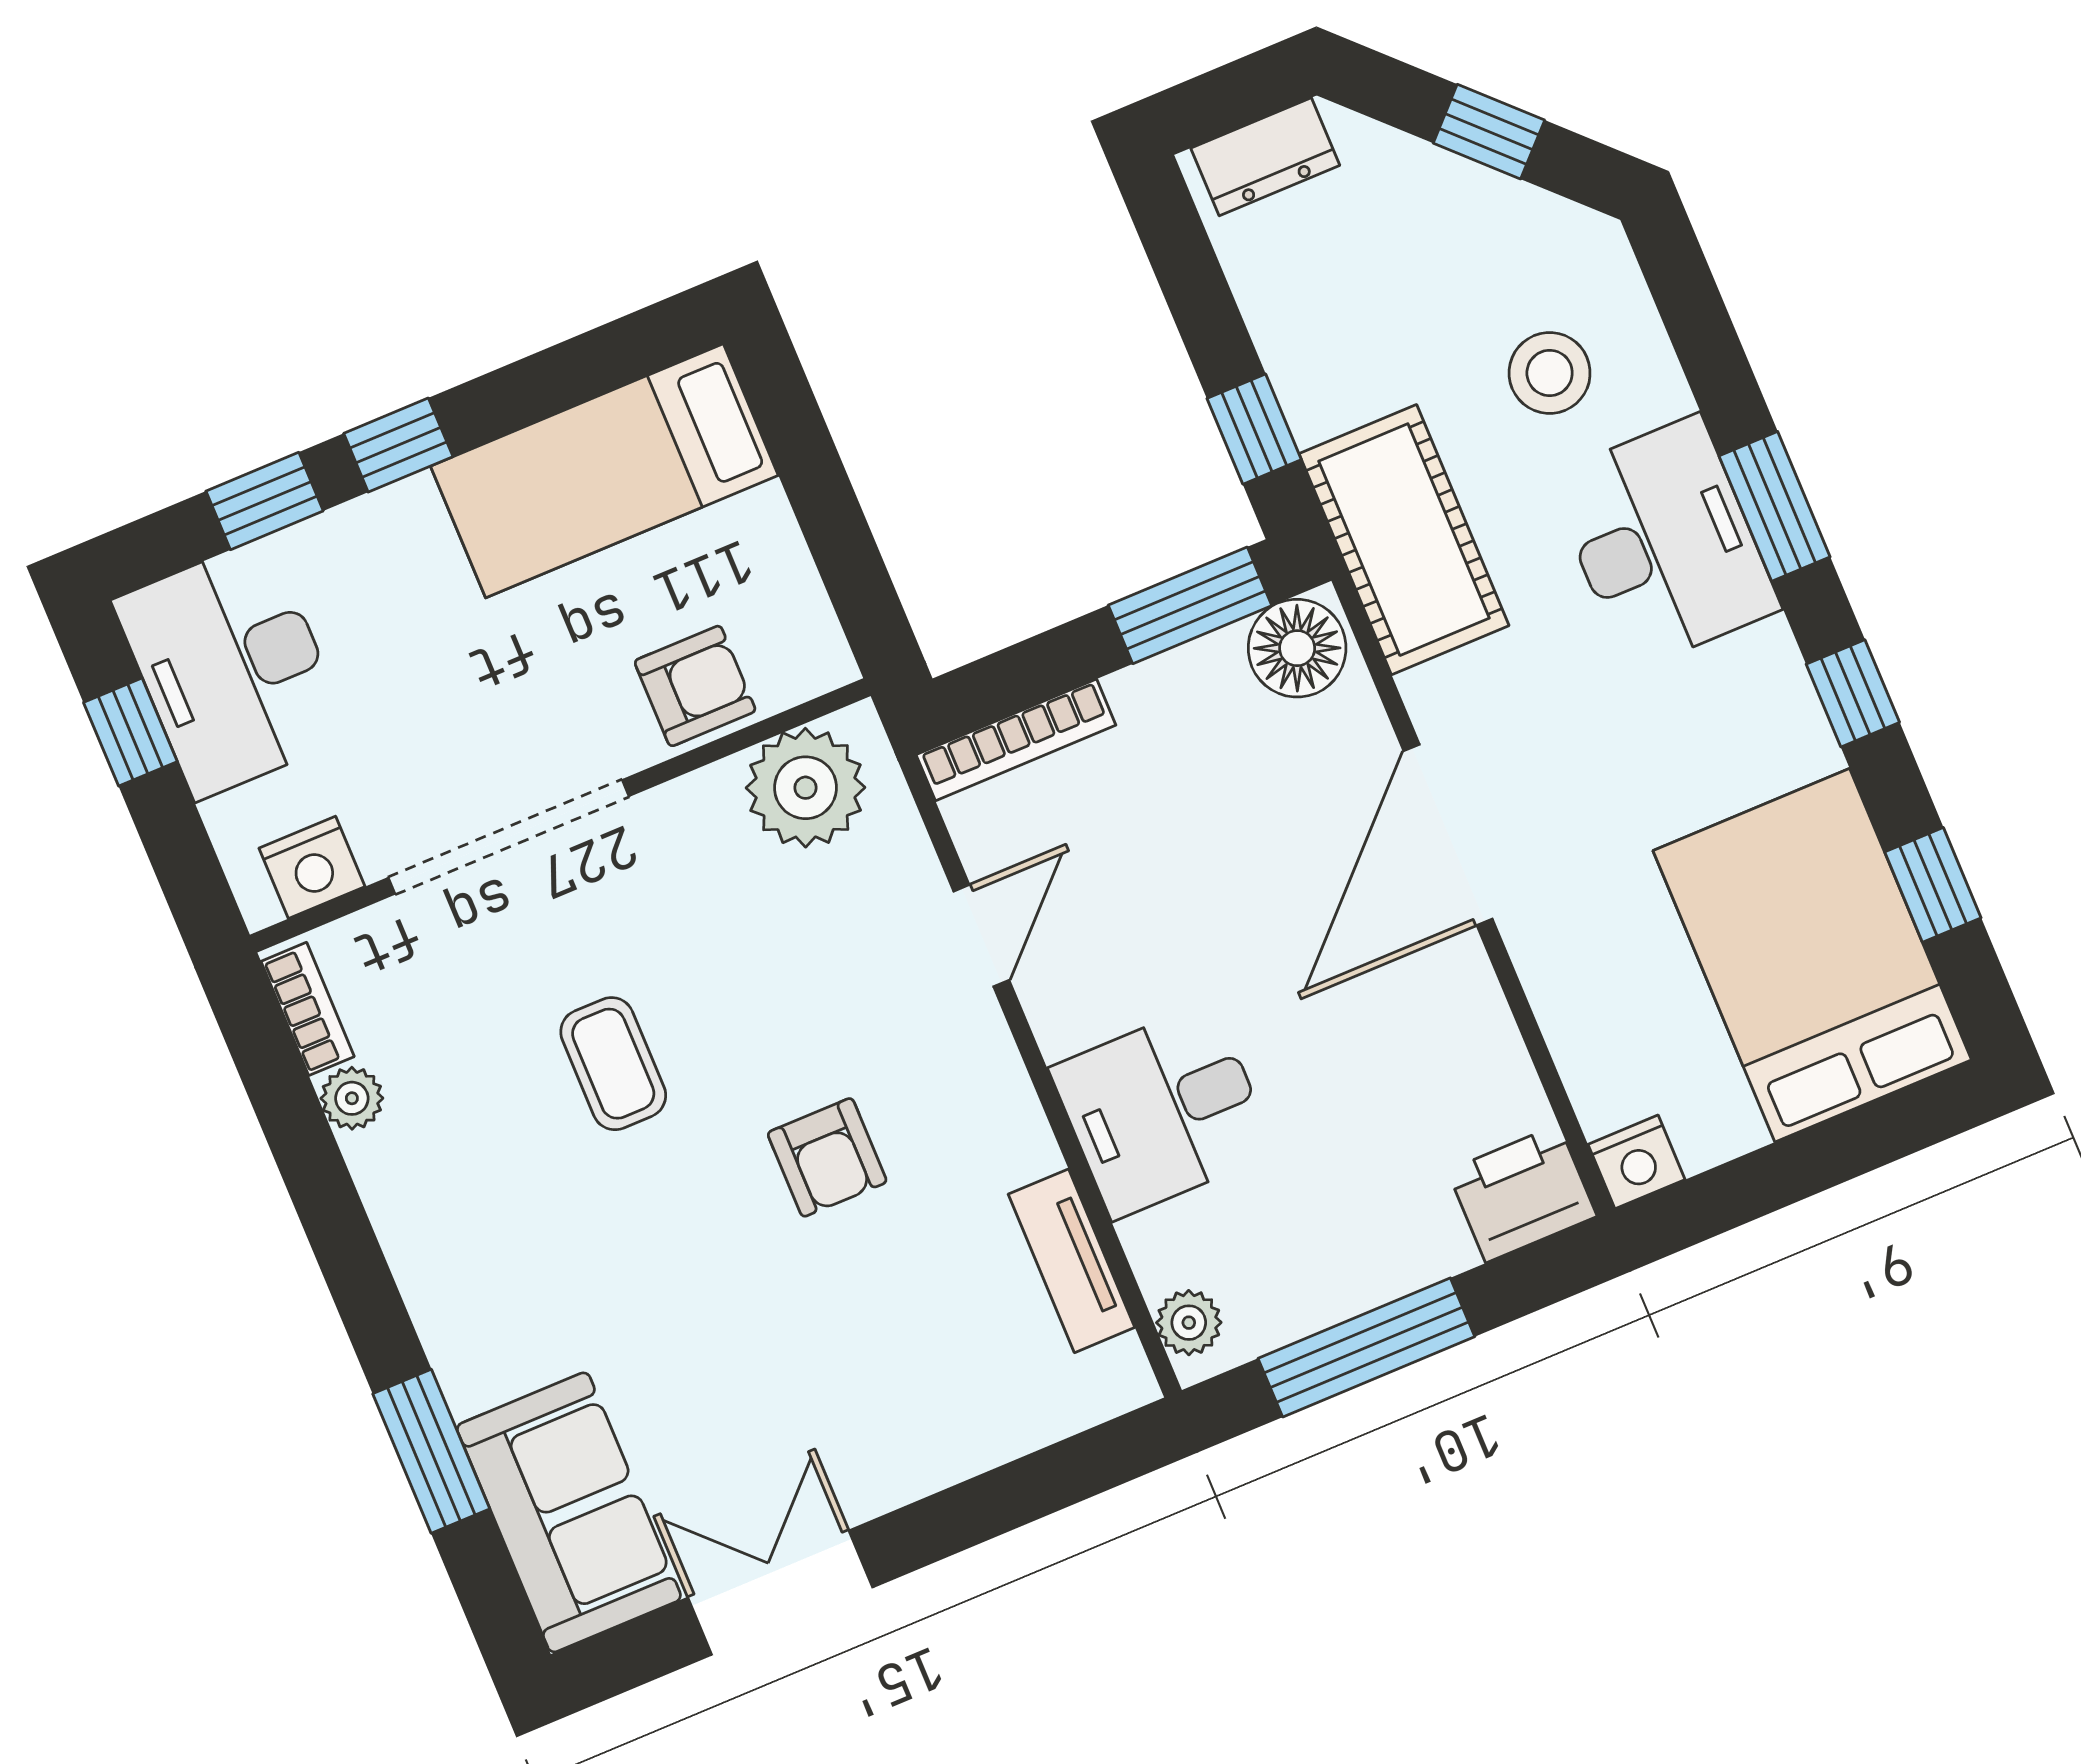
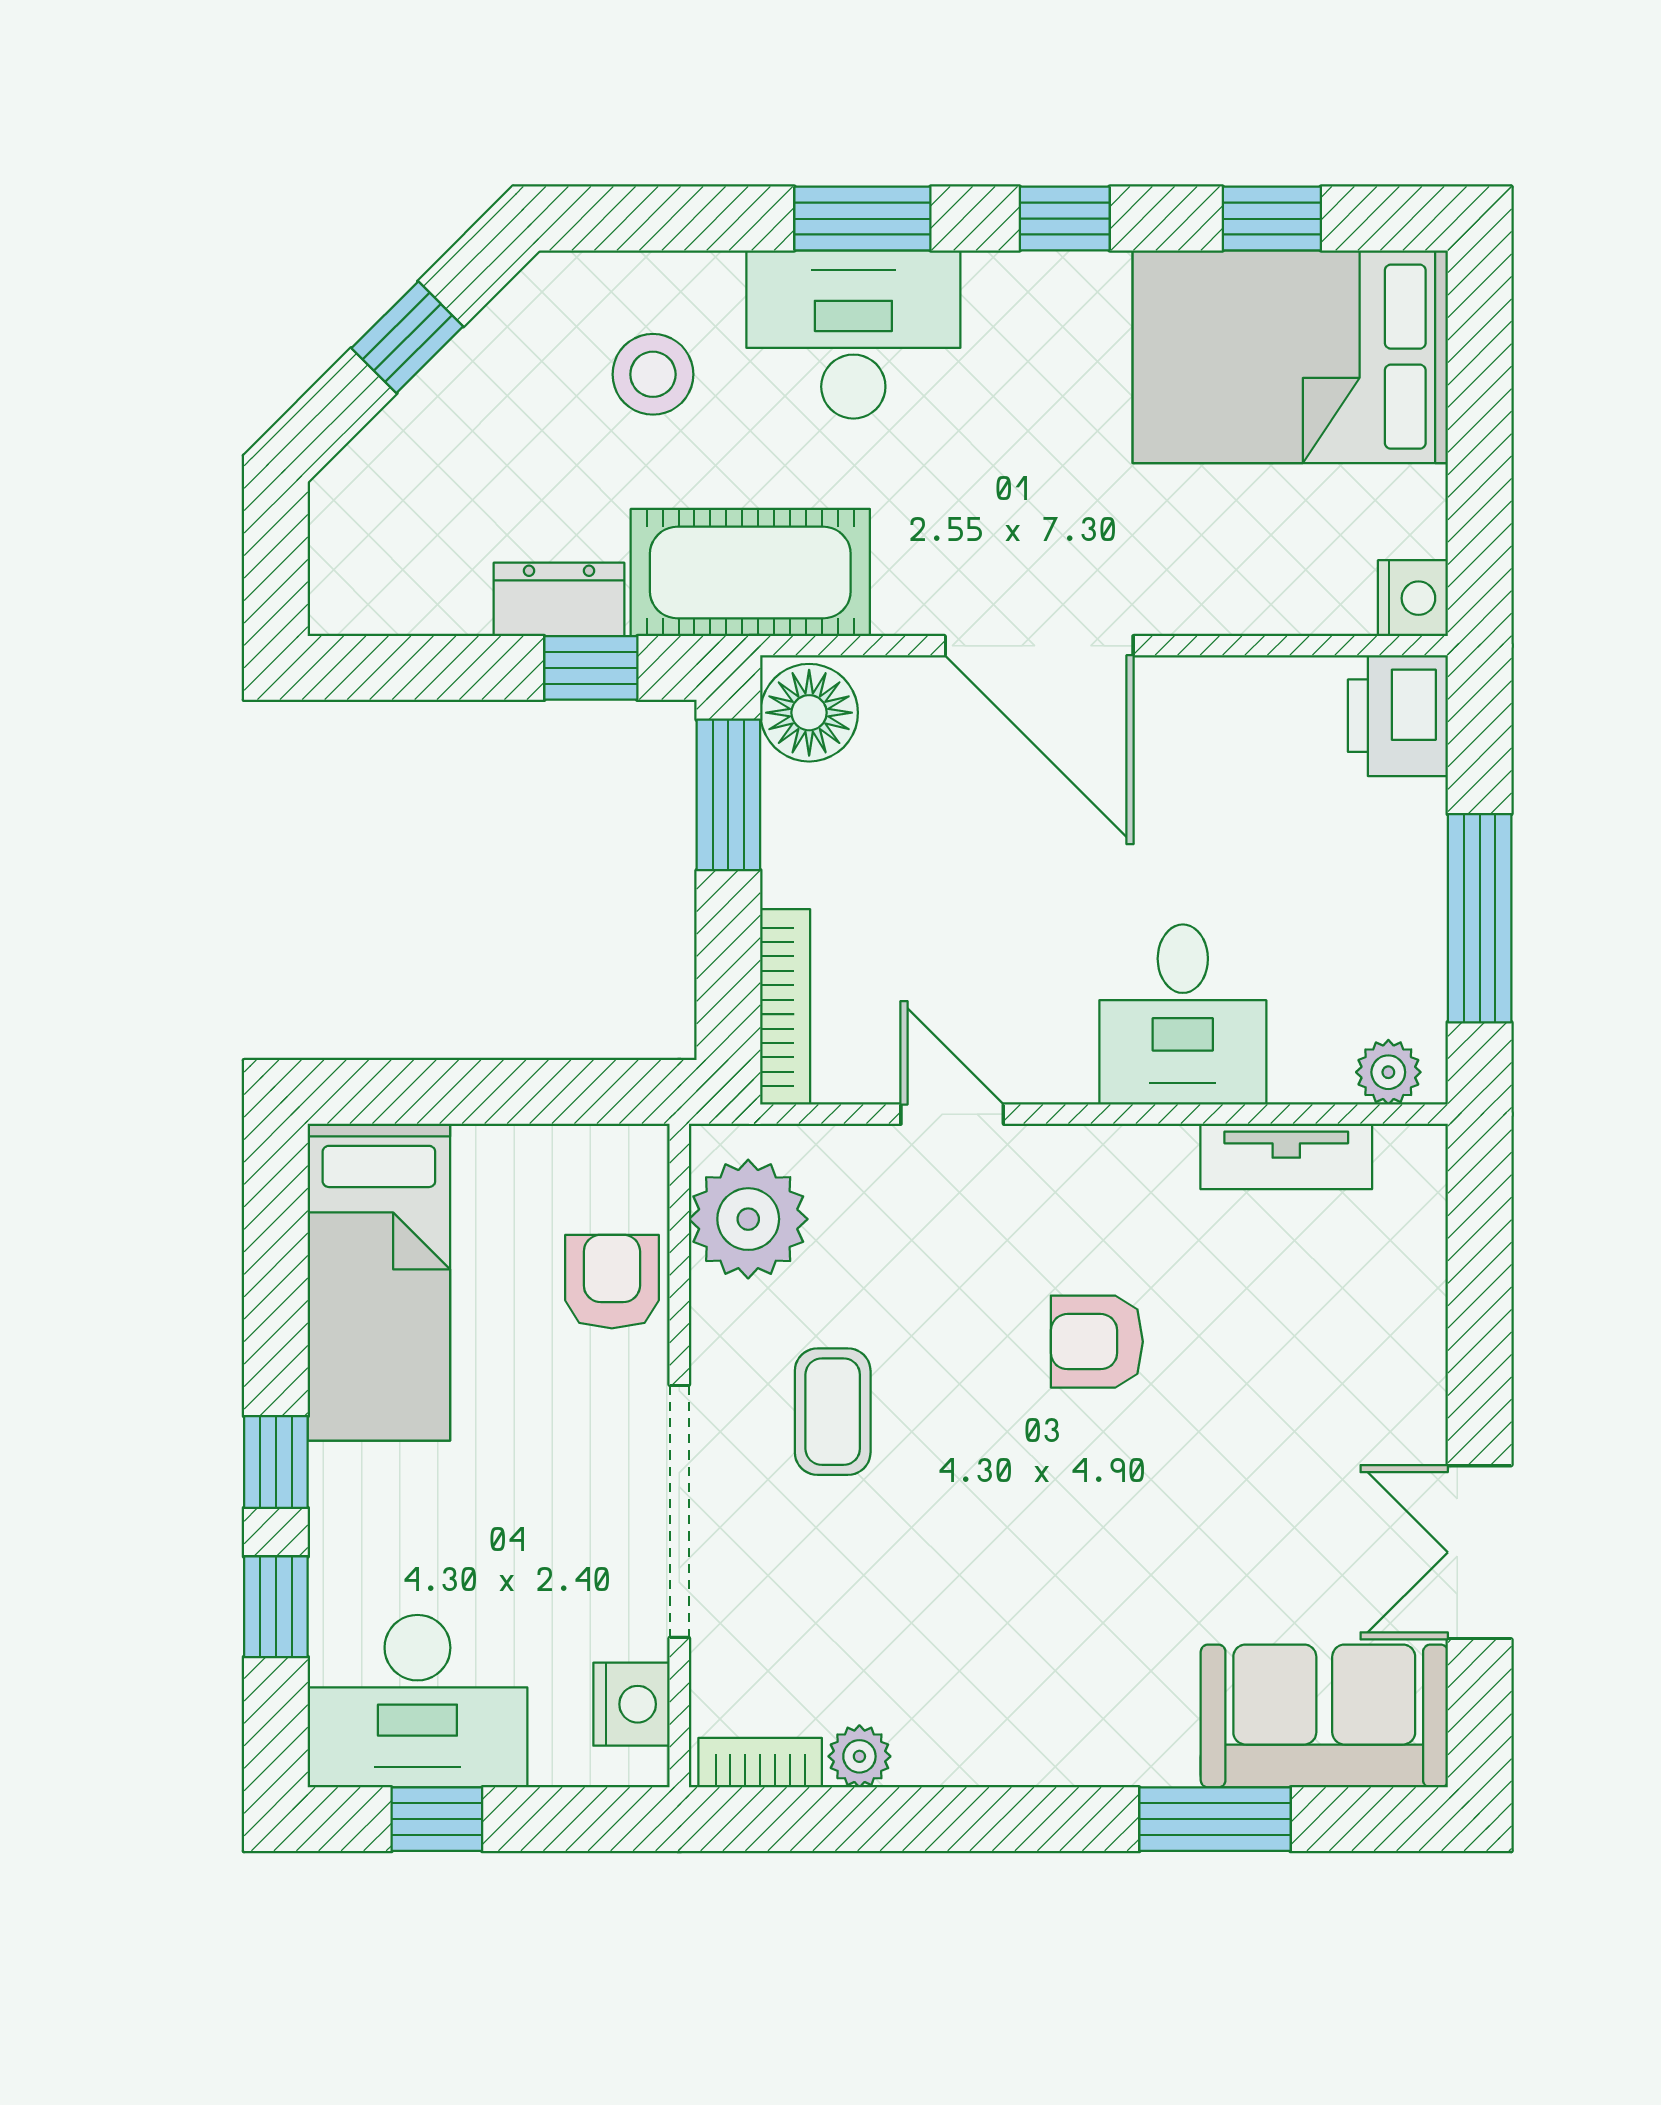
dresser: (1265, 157) -> (559, 599), moved, turned -90
coffee table: (613, 1064) -> (833, 1412), moved, turned 90
armchair: (827, 1157) -> (1097, 1342), turned 180

